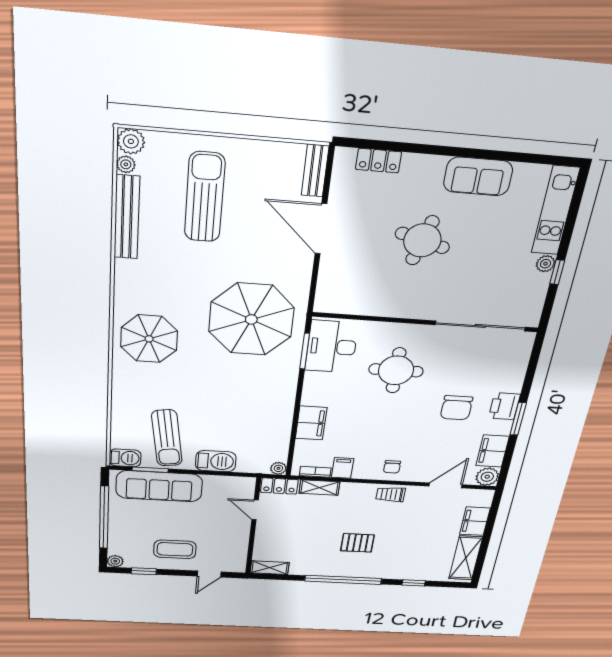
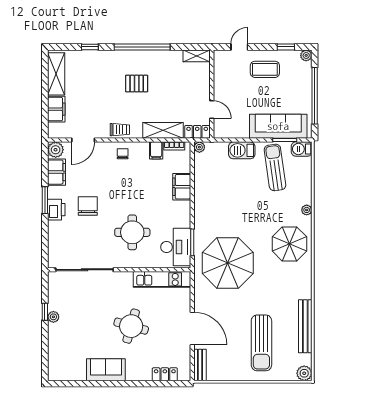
plant: (126, 164) -> (307, 210), moved
kitchen unit: (555, 211) -> (162, 279), moved, turned 90
shelving: (319, 488) -> (163, 130), width x1.50, depth x1.33

